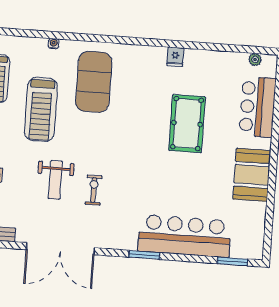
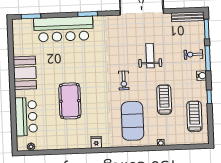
fridge: (175, 57) -> (96, 142), moved
treadmill: (41, 109) -> (164, 100), width x0.73, depth x0.73
exercise bike: (94, 190) -> (124, 80), moved

